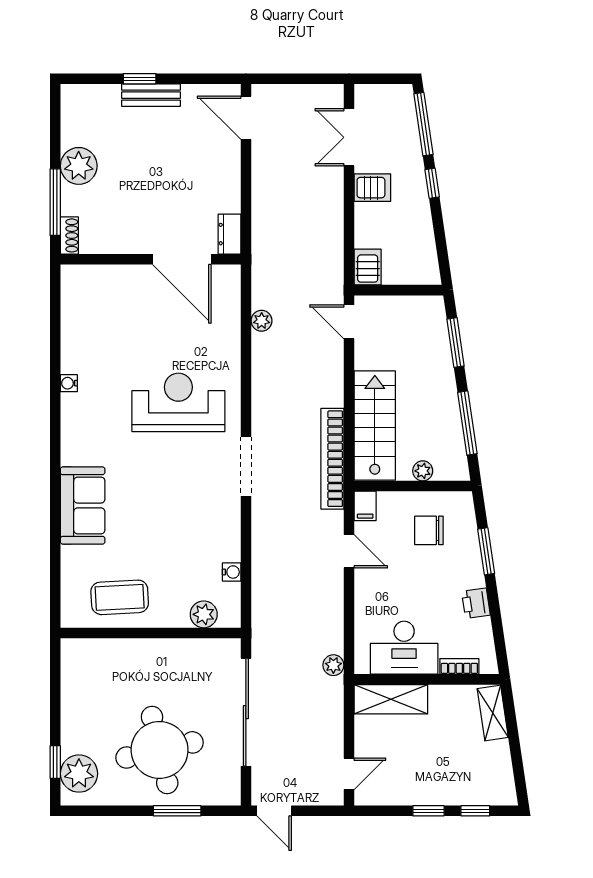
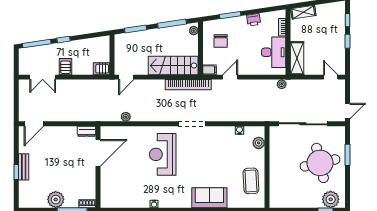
plant: (423, 471) -> (194, 31), moved

